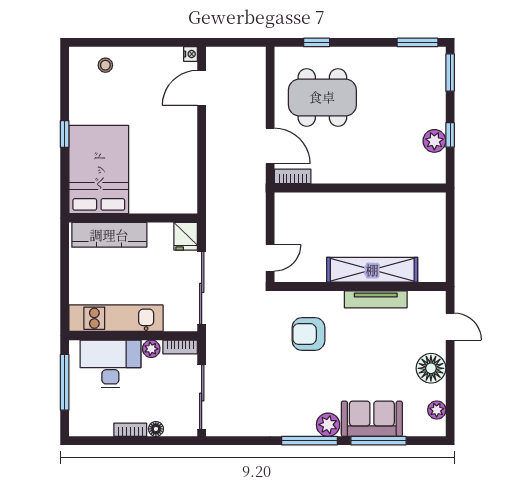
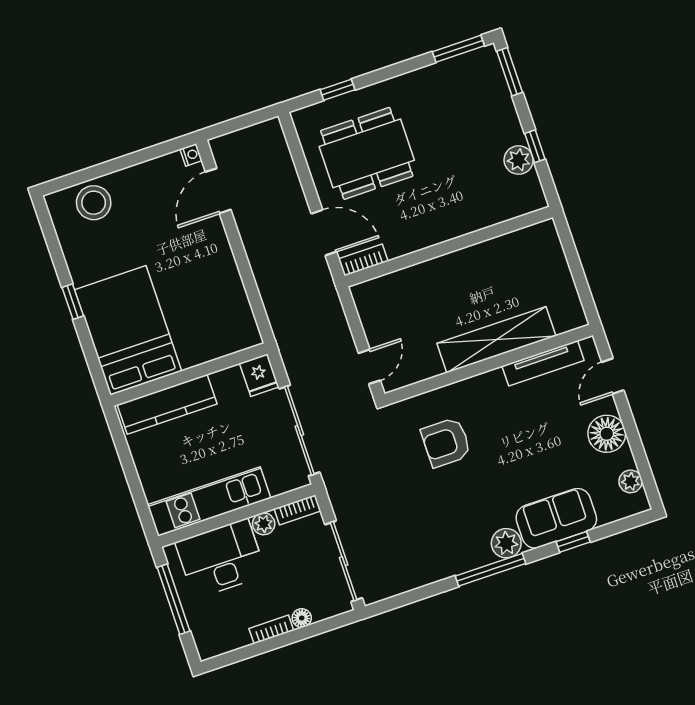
stool: (105, 65) -> (94, 203), width x1.89, depth x1.89
tv unit: (376, 299) -> (543, 363), moved
door: (450, 327) -> (613, 376), swing flipped
window: (378, 441) -> (573, 542), width x0.46

